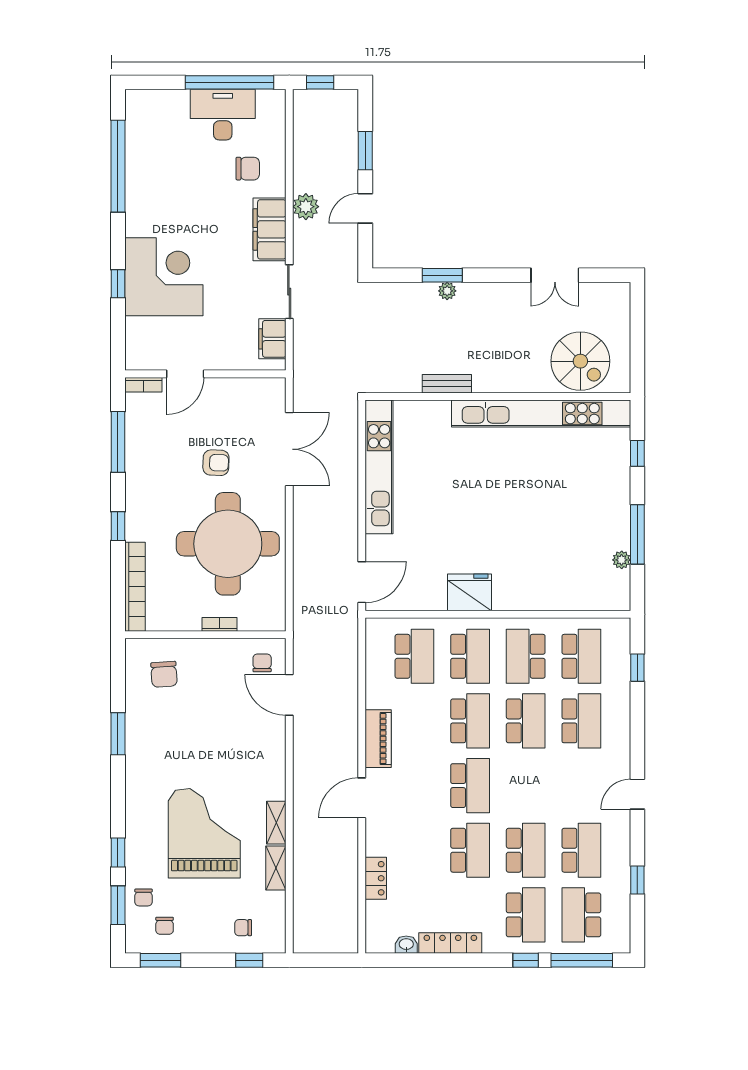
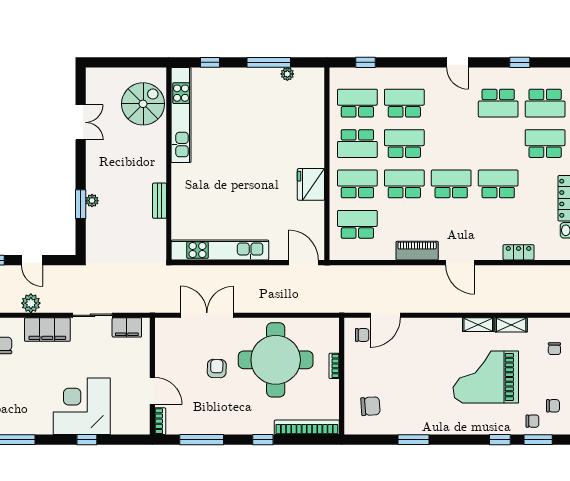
kitchen unit: (541, 414) -> (181, 115), width x0.73
chair: (262, 663) -> (362, 335), turned 180
school desk: (526, 850) -> (498, 144), removed
school desk: (581, 850) -> (498, 103), turned 180

